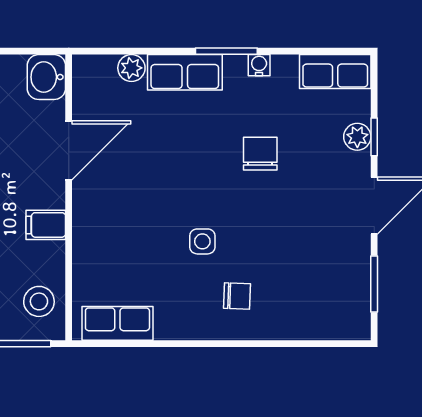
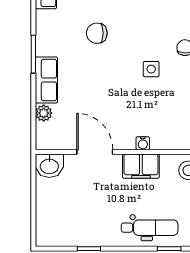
water cooler: (259, 65) -> (143, 143), moved, turned -90
filing cabinet: (46, 225) -> (141, 166), width x2.00

